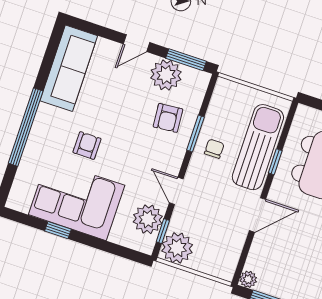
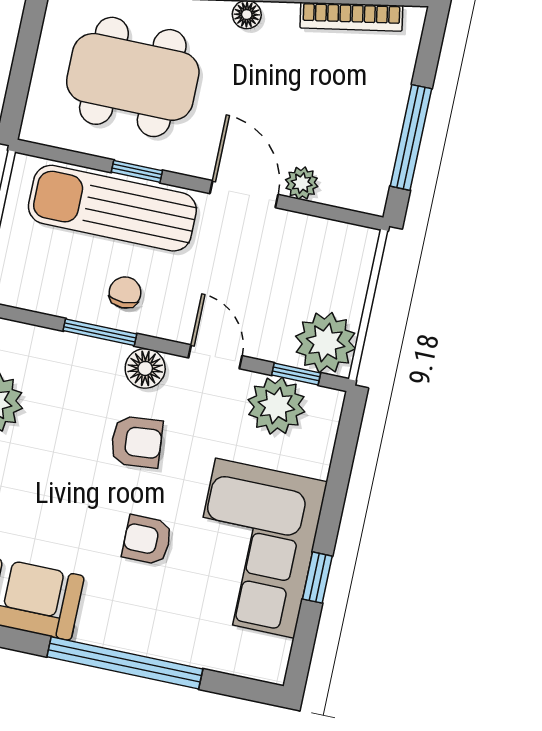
armchair: (168, 118) -> (137, 442), moved
chair: (214, 149) -> (125, 293), turned 90
floor lamp: (174, 155) -> (145, 368), added
door: (176, 191) -> (215, 357), swing flipped
plant: (248, 279) -> (302, 183), moved

